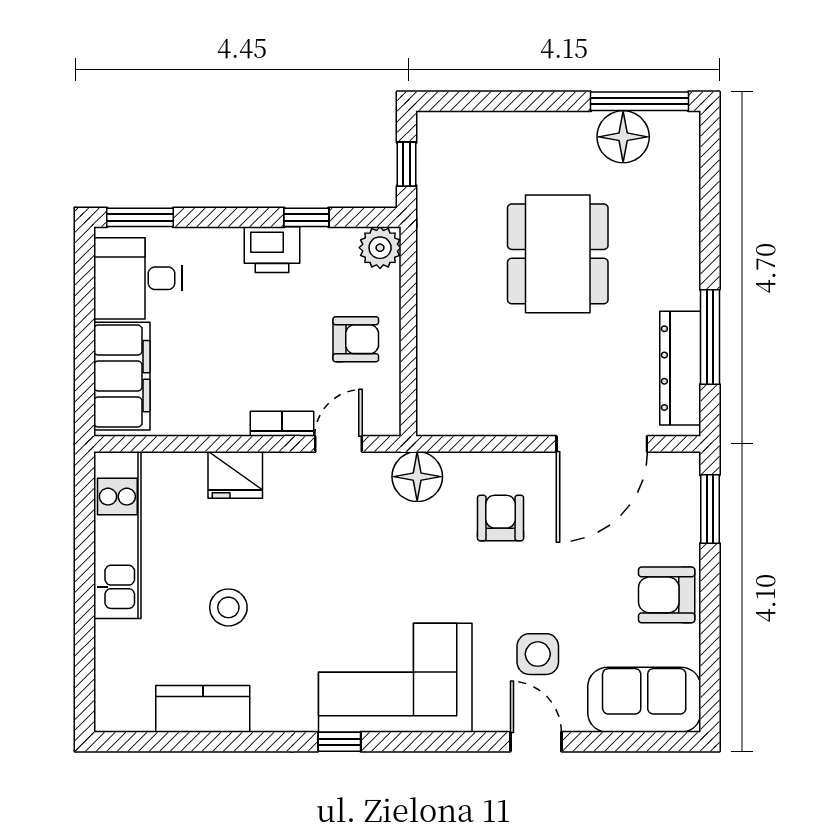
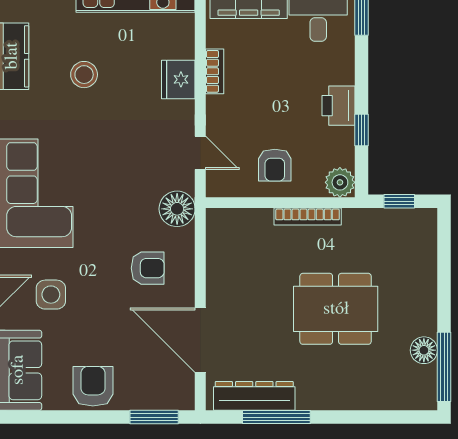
floor lamp: (623, 137) -> (424, 350), width x0.73, depth x0.73
bookcase: (428, 293) -> (308, 217), added
bookcase: (282, 424) -> (215, 71), moved

